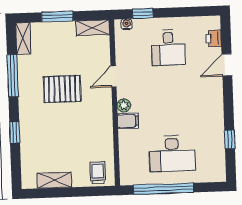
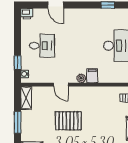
printer: (214, 38) -> (27, 14), moved
pallet: (62, 89) -> (68, 121), turned 90

